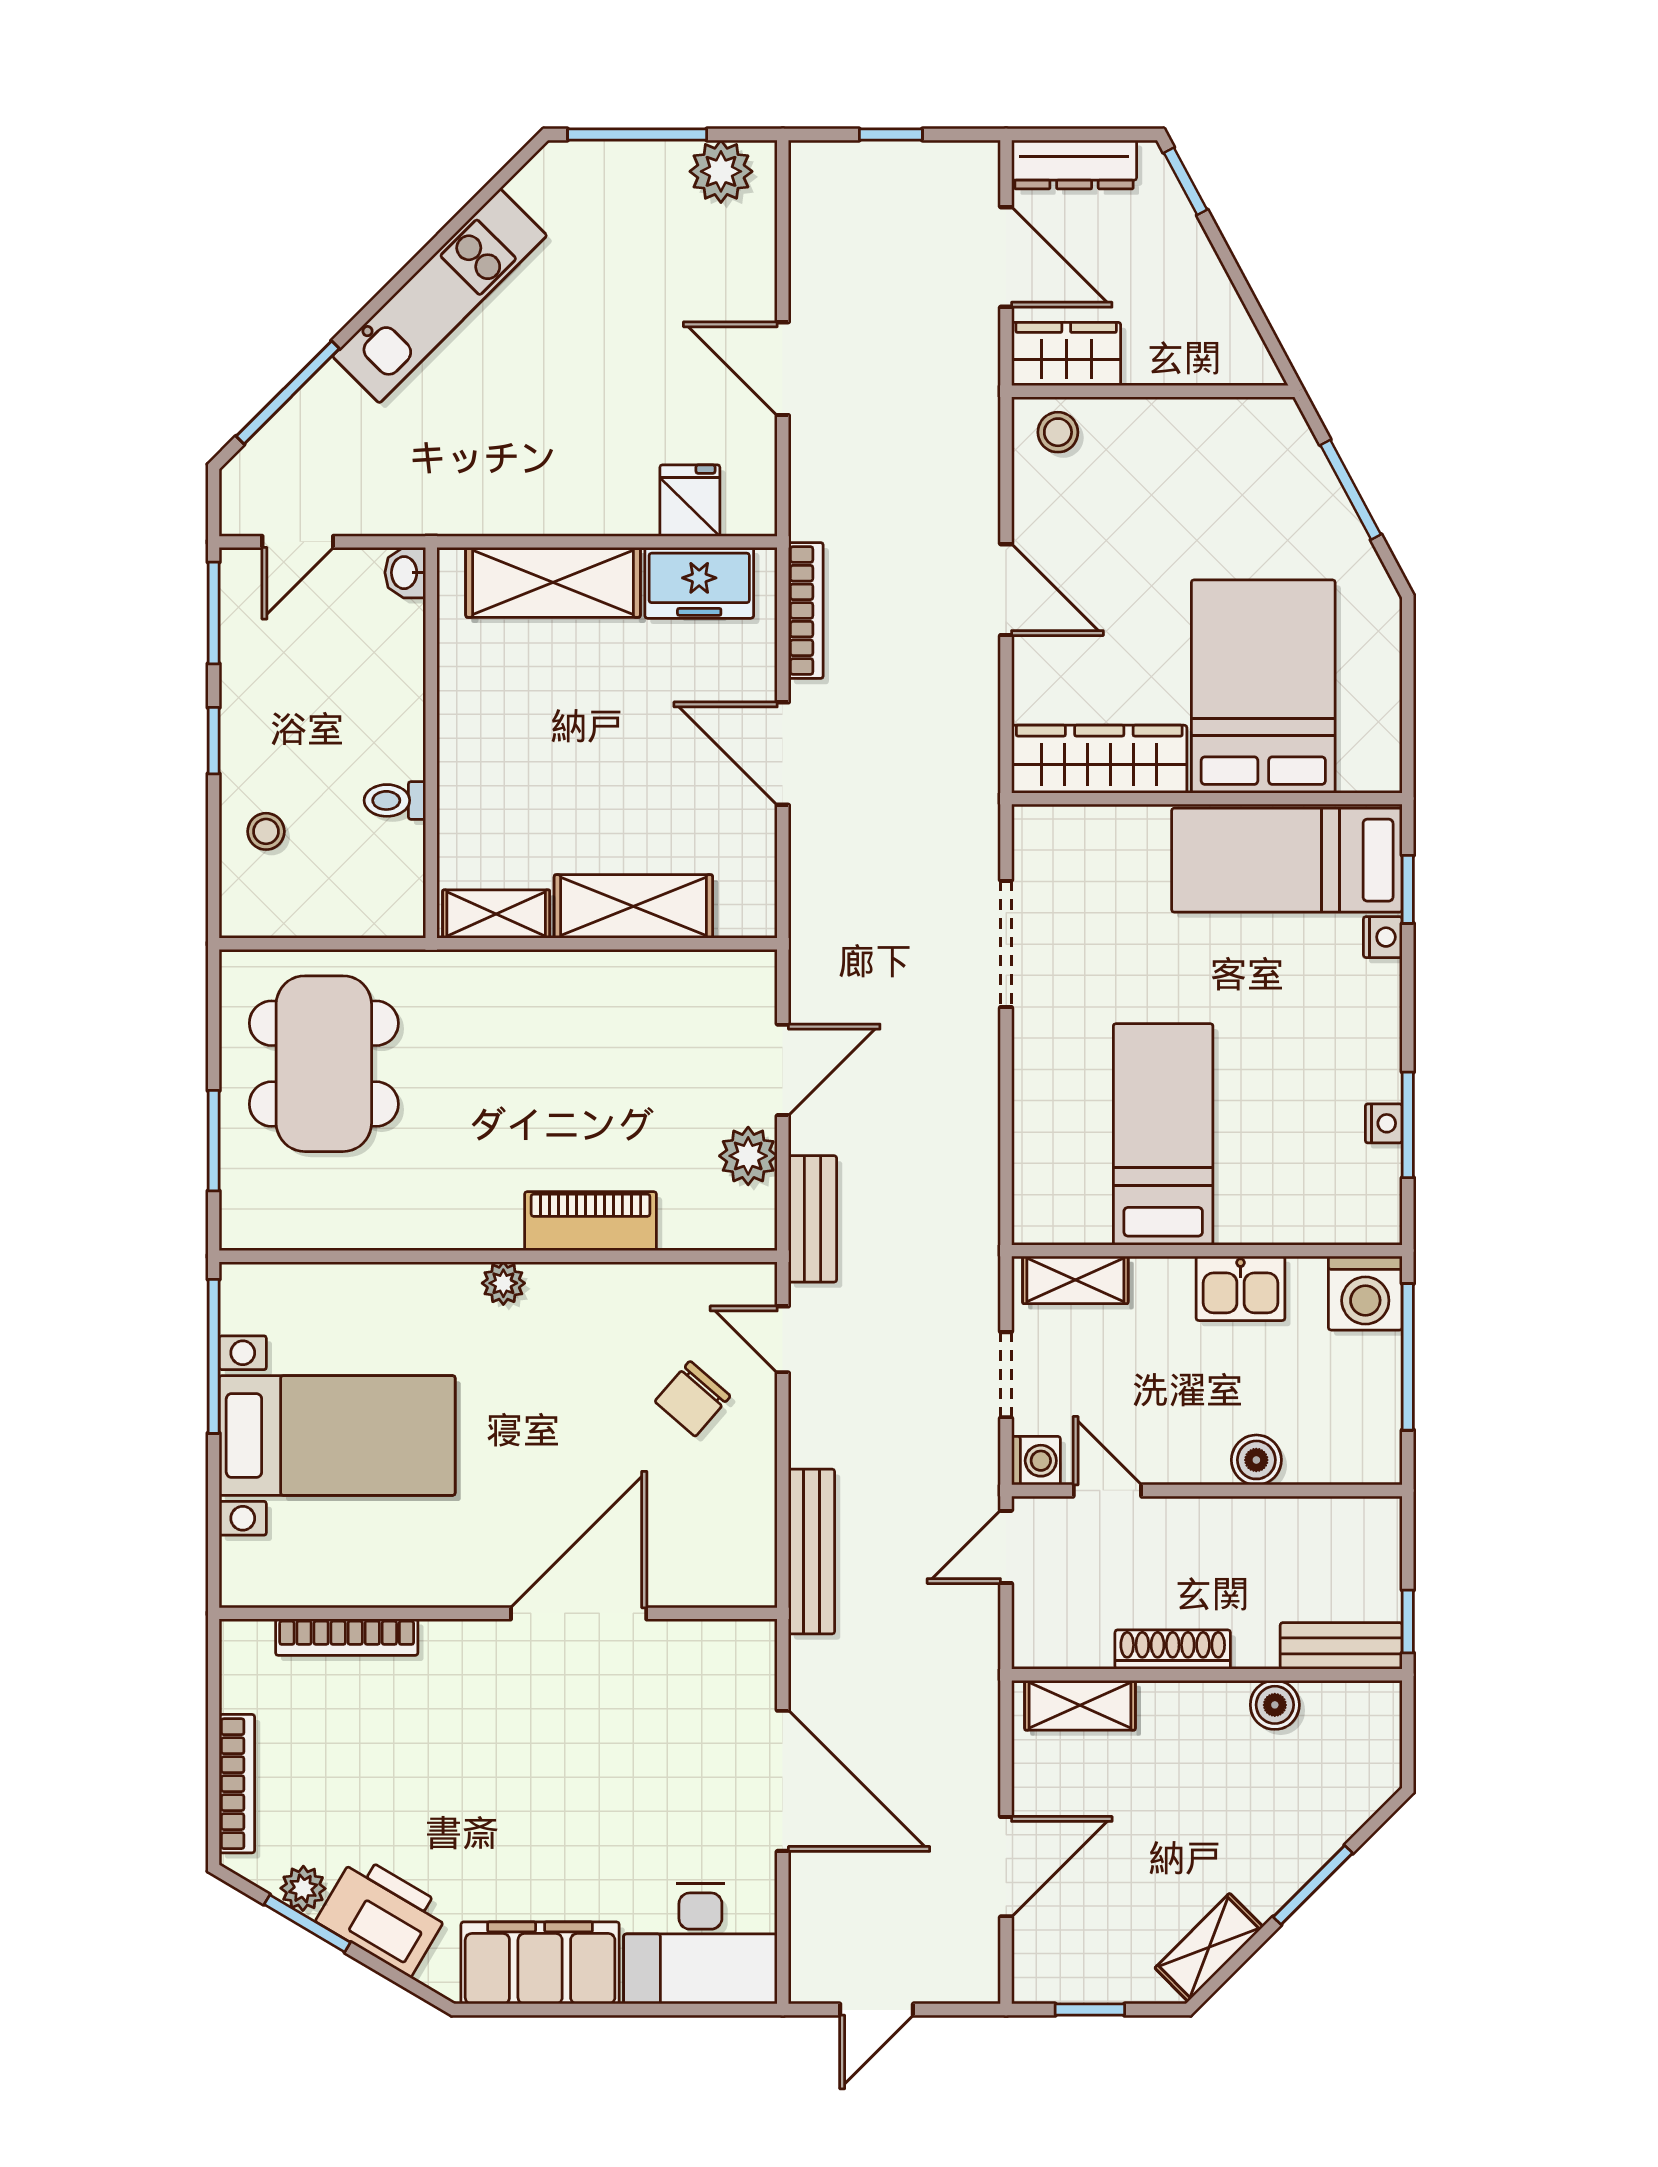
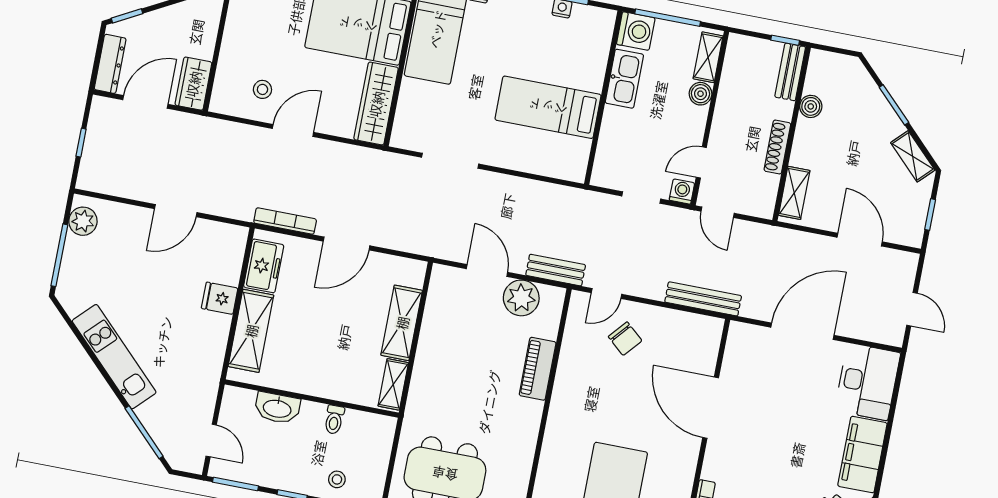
stool: (1058, 432) -> (262, 89), moved
fridge: (690, 501) -> (220, 298), moved
washbasin: (405, 573) -> (277, 408), moved, width x1.91, depth x1.45
plant: (748, 1156) -> (521, 298), width x1.36, depth x1.36
shelving: (1075, 1280) -> (708, 57), moved
plant: (503, 1283) -> (558, 413), removed
kitchen sink: (1240, 1288) -> (624, 79), width x1.38

